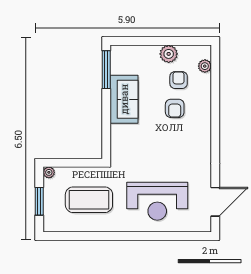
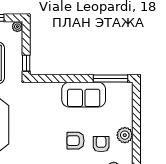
armchair: (179, 80) -> (101, 144), turned -90
window: (89, 163) -> (26, 63), added

